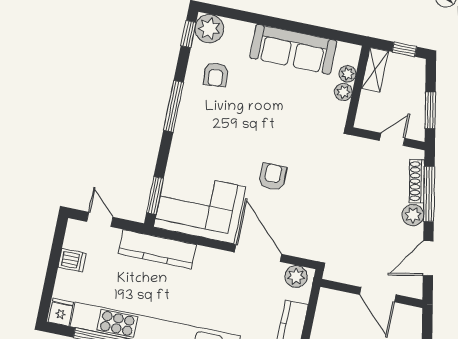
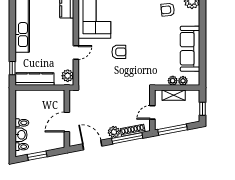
shelving: (375, 70) -> (174, 95), moved
window: (430, 110) -> (172, 130), width x1.44
door: (392, 139) -> (152, 112), swing flipped
door: (258, 253) -> (76, 53), width x0.53

